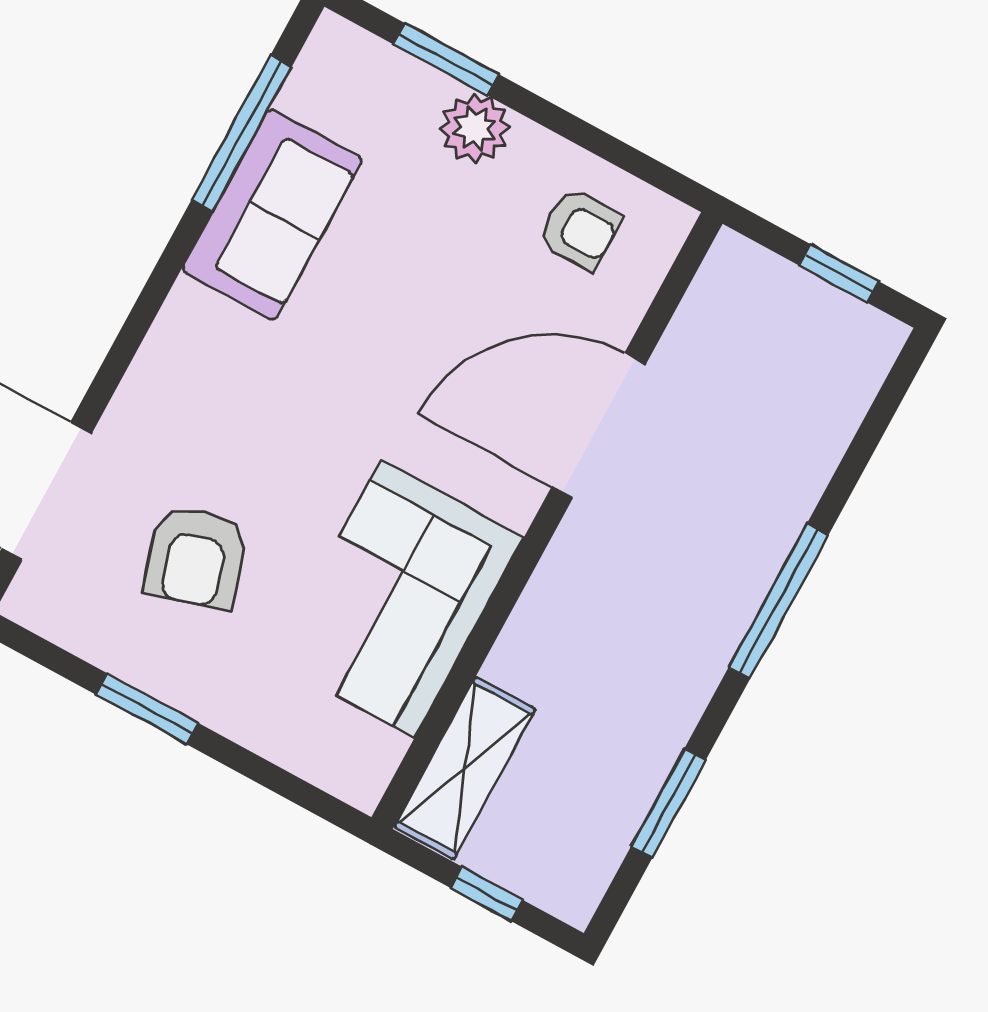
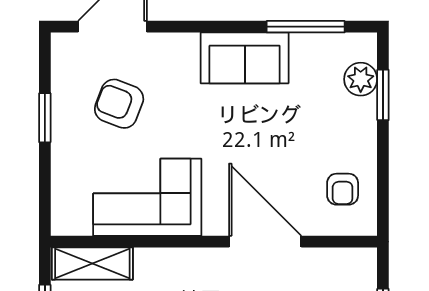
plant: (475, 128) -> (361, 79), moved
sofa: (272, 214) -> (245, 58), moved
armchair: (196, 557) -> (119, 104), turned 38

